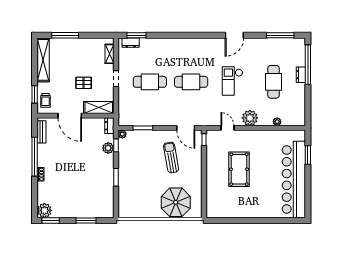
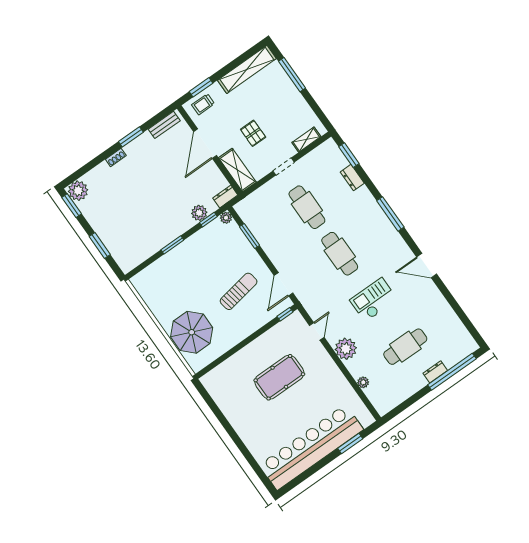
window: (280, 35) -> (390, 214), moved
dresser: (131, 43) -> (352, 178), moved
window: (35, 157) -> (131, 137), width x0.47

